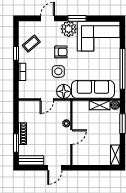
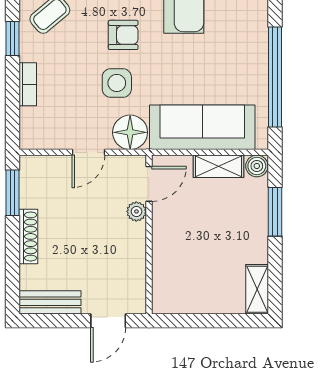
door: (71, 137) -> (149, 184), moved
window: (16, 143) -> (12, 193), moved

